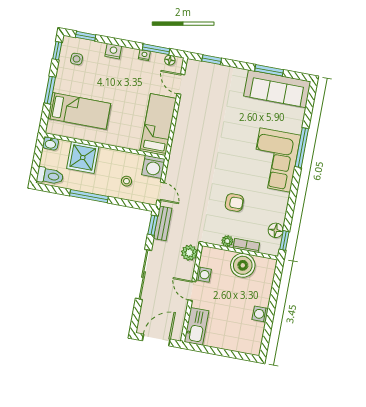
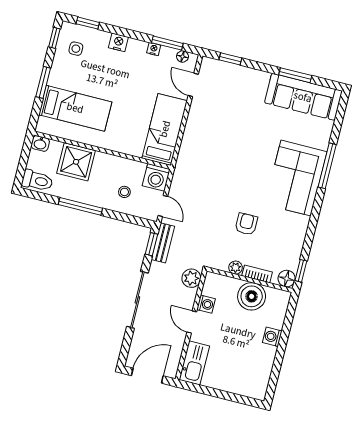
armchair: (234, 203) -> (246, 224), turned -90
floor lamp: (276, 230) -> (287, 279), moved
washing machine: (260, 314) -> (272, 337), moved

